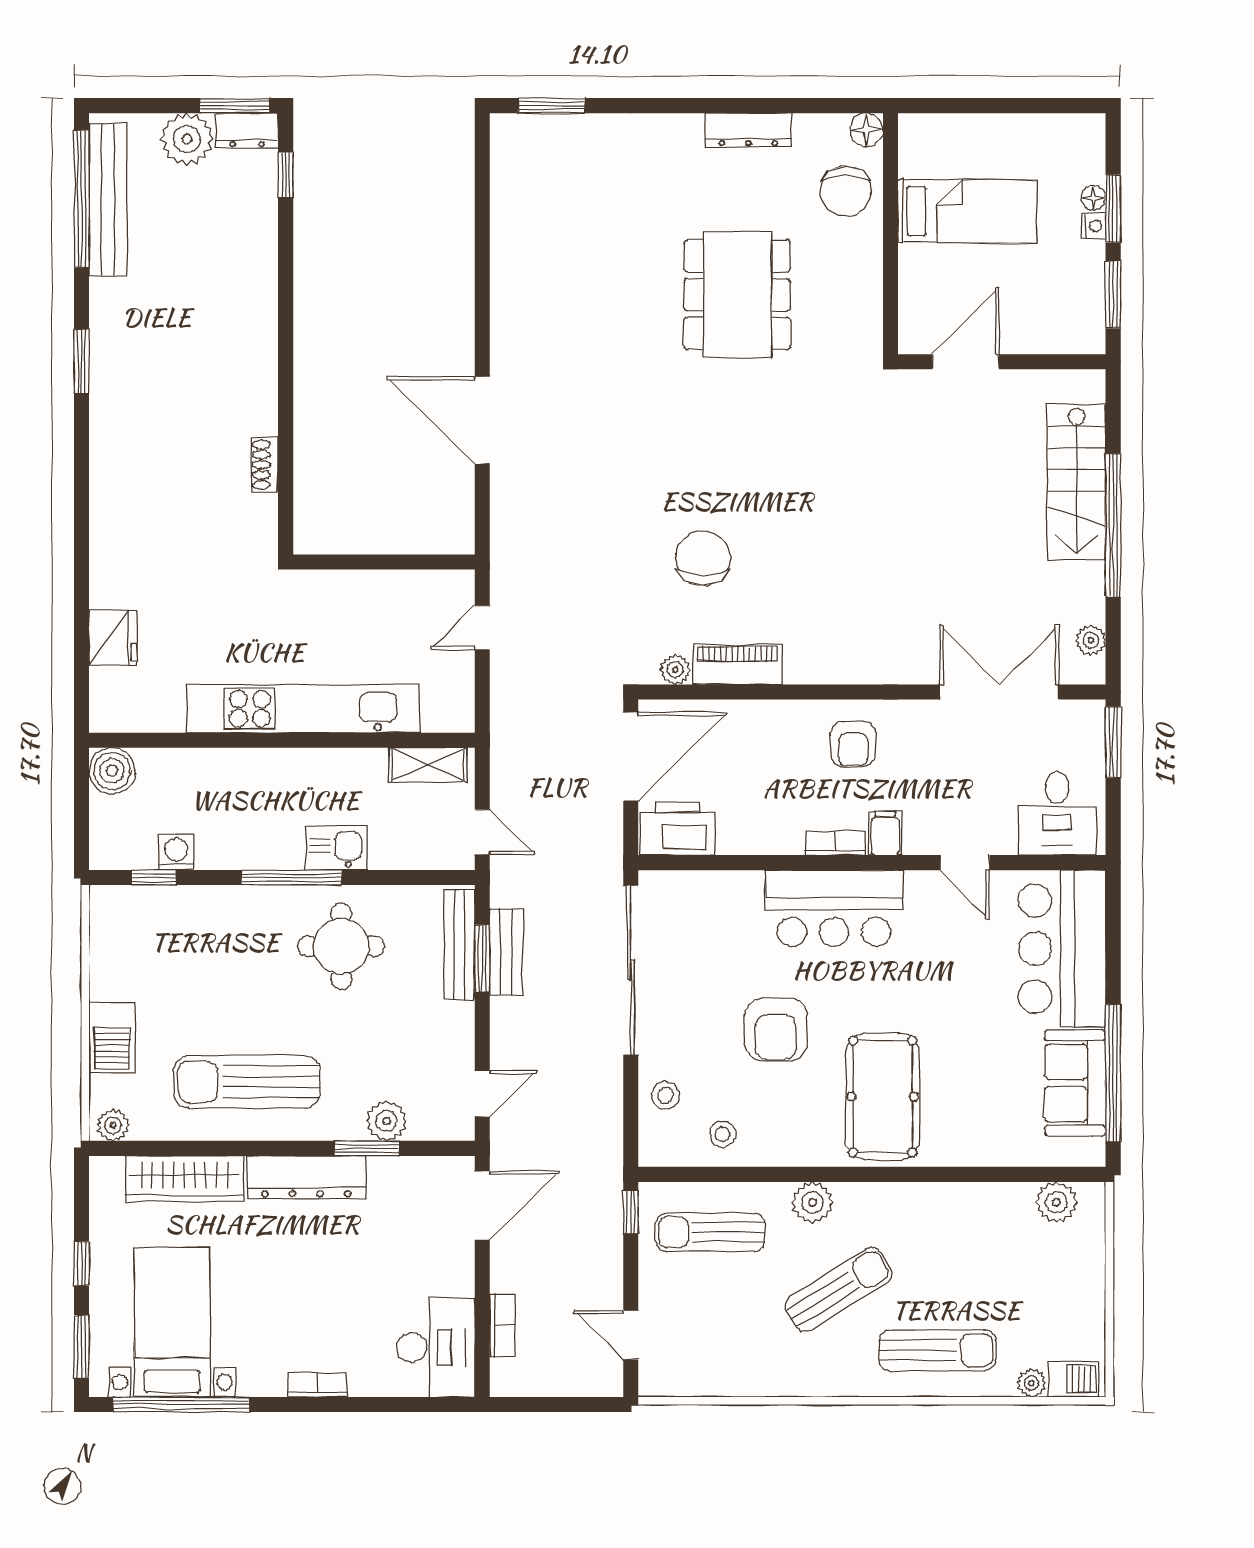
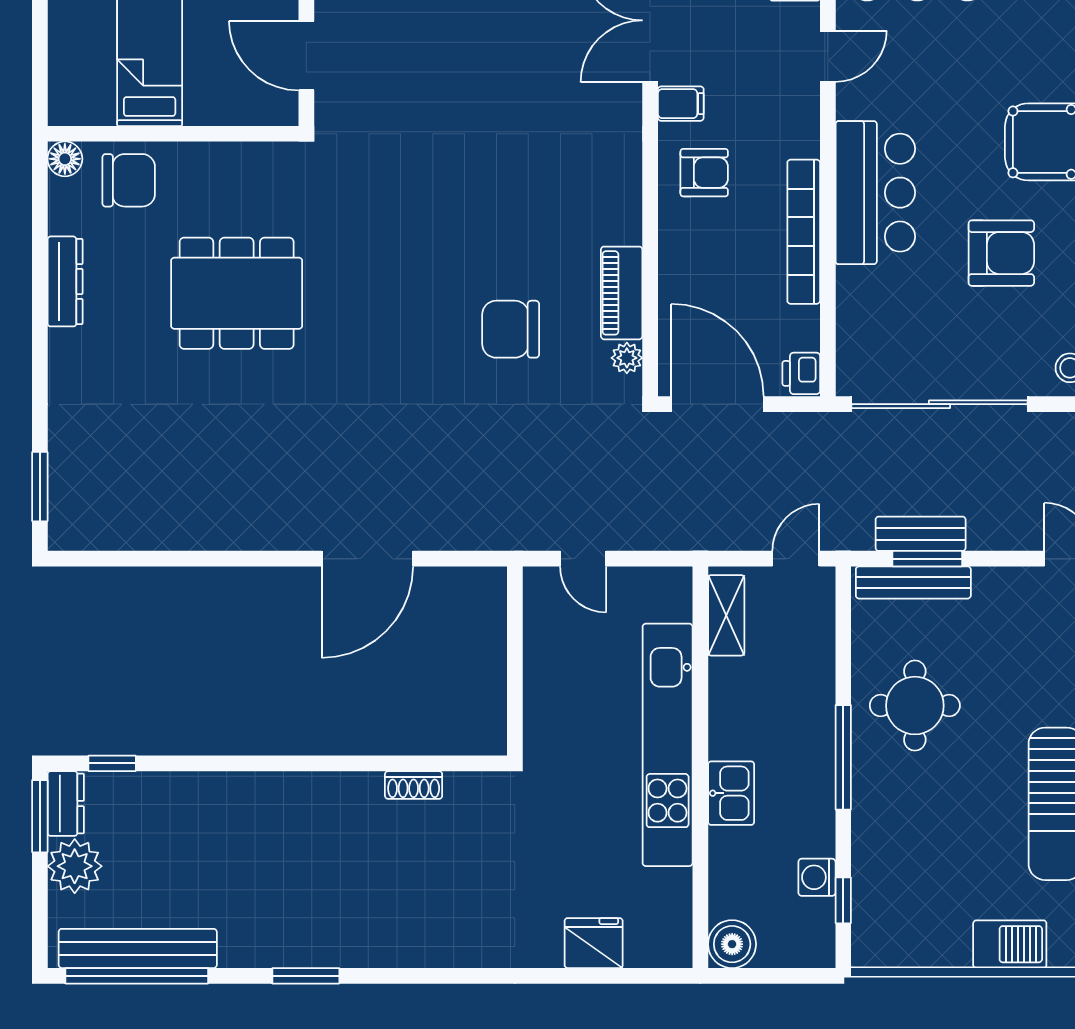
printer: (678, 829) -> (801, 373), width x0.53, depth x0.68
filing cabinet: (885, 833) -> (681, 104), moved, turned 180
bookcase: (836, 843) -> (804, 232), width x2.31, depth x1.31
kitchen sink: (336, 848) -> (731, 793), moved, turned 180

